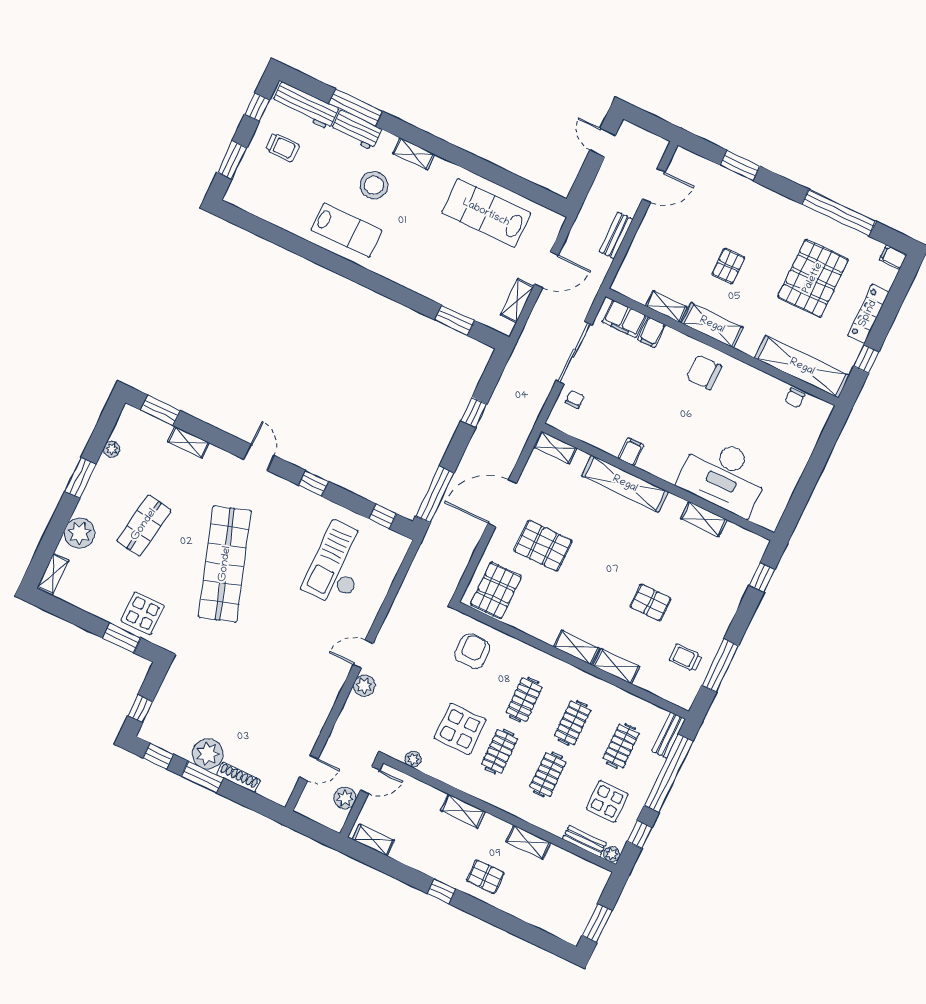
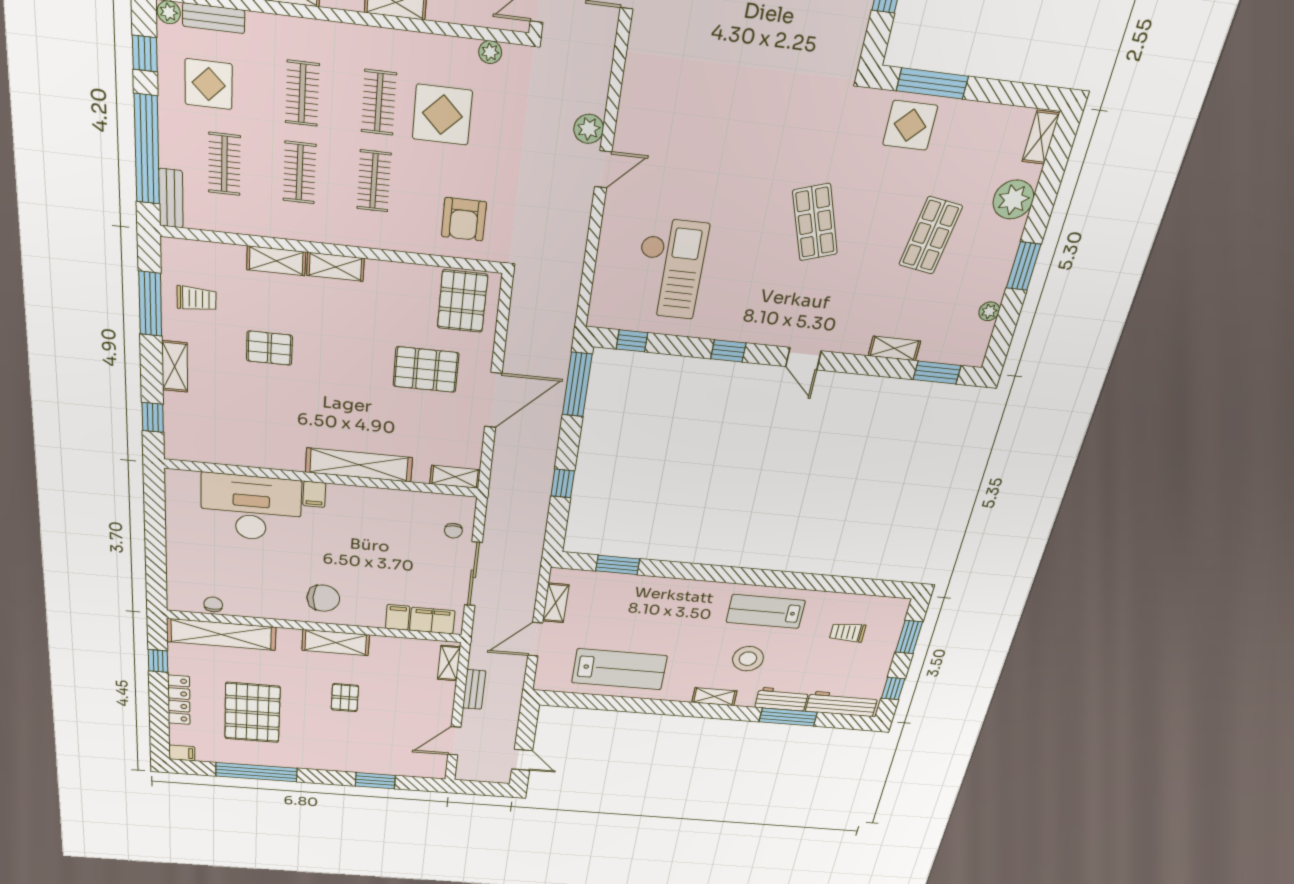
trolley: (282, 147) -> (848, 632), moved
shelving: (666, 307) -> (449, 663), moved, turned 90
filing cabinet: (631, 452) -> (314, 494), moved
shelving: (704, 519) -> (175, 366), moved, turned 90
shop shelf: (225, 564) -> (815, 222), width x0.50, depth x0.74
window: (122, 638) -> (932, 83), width x1.44

